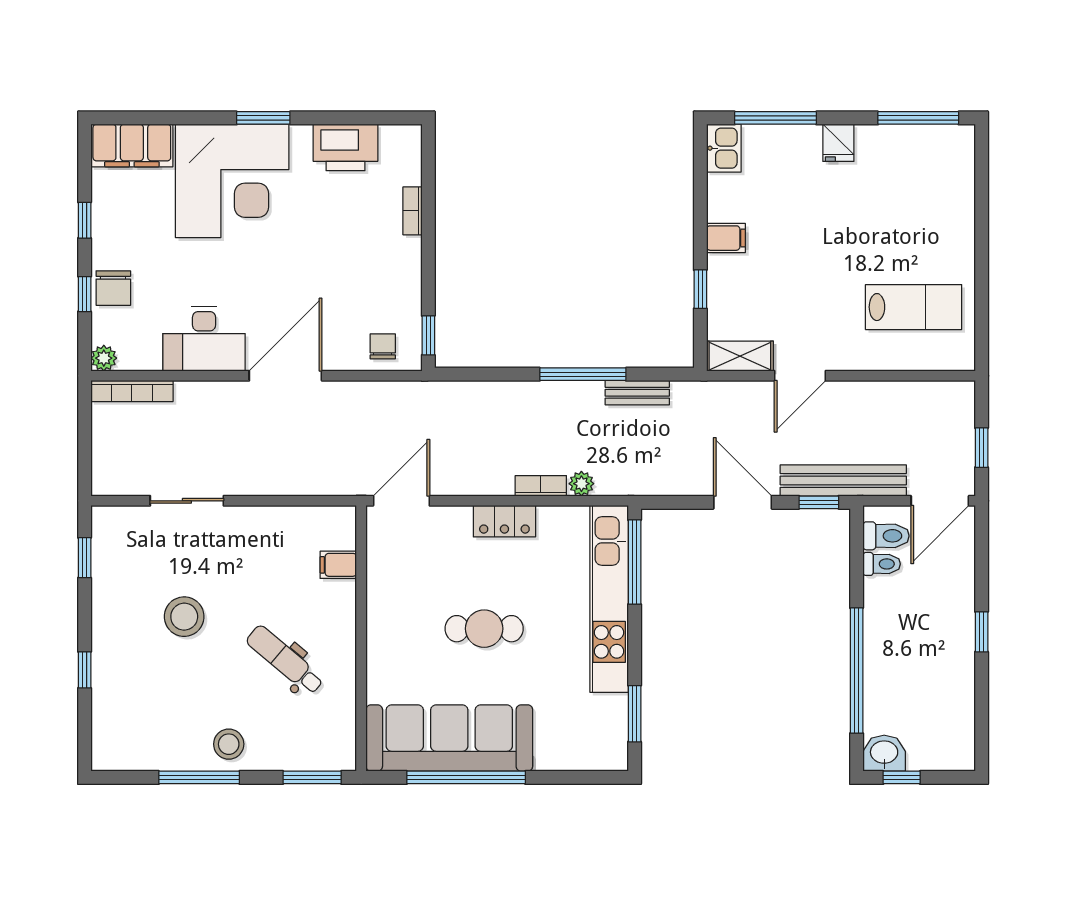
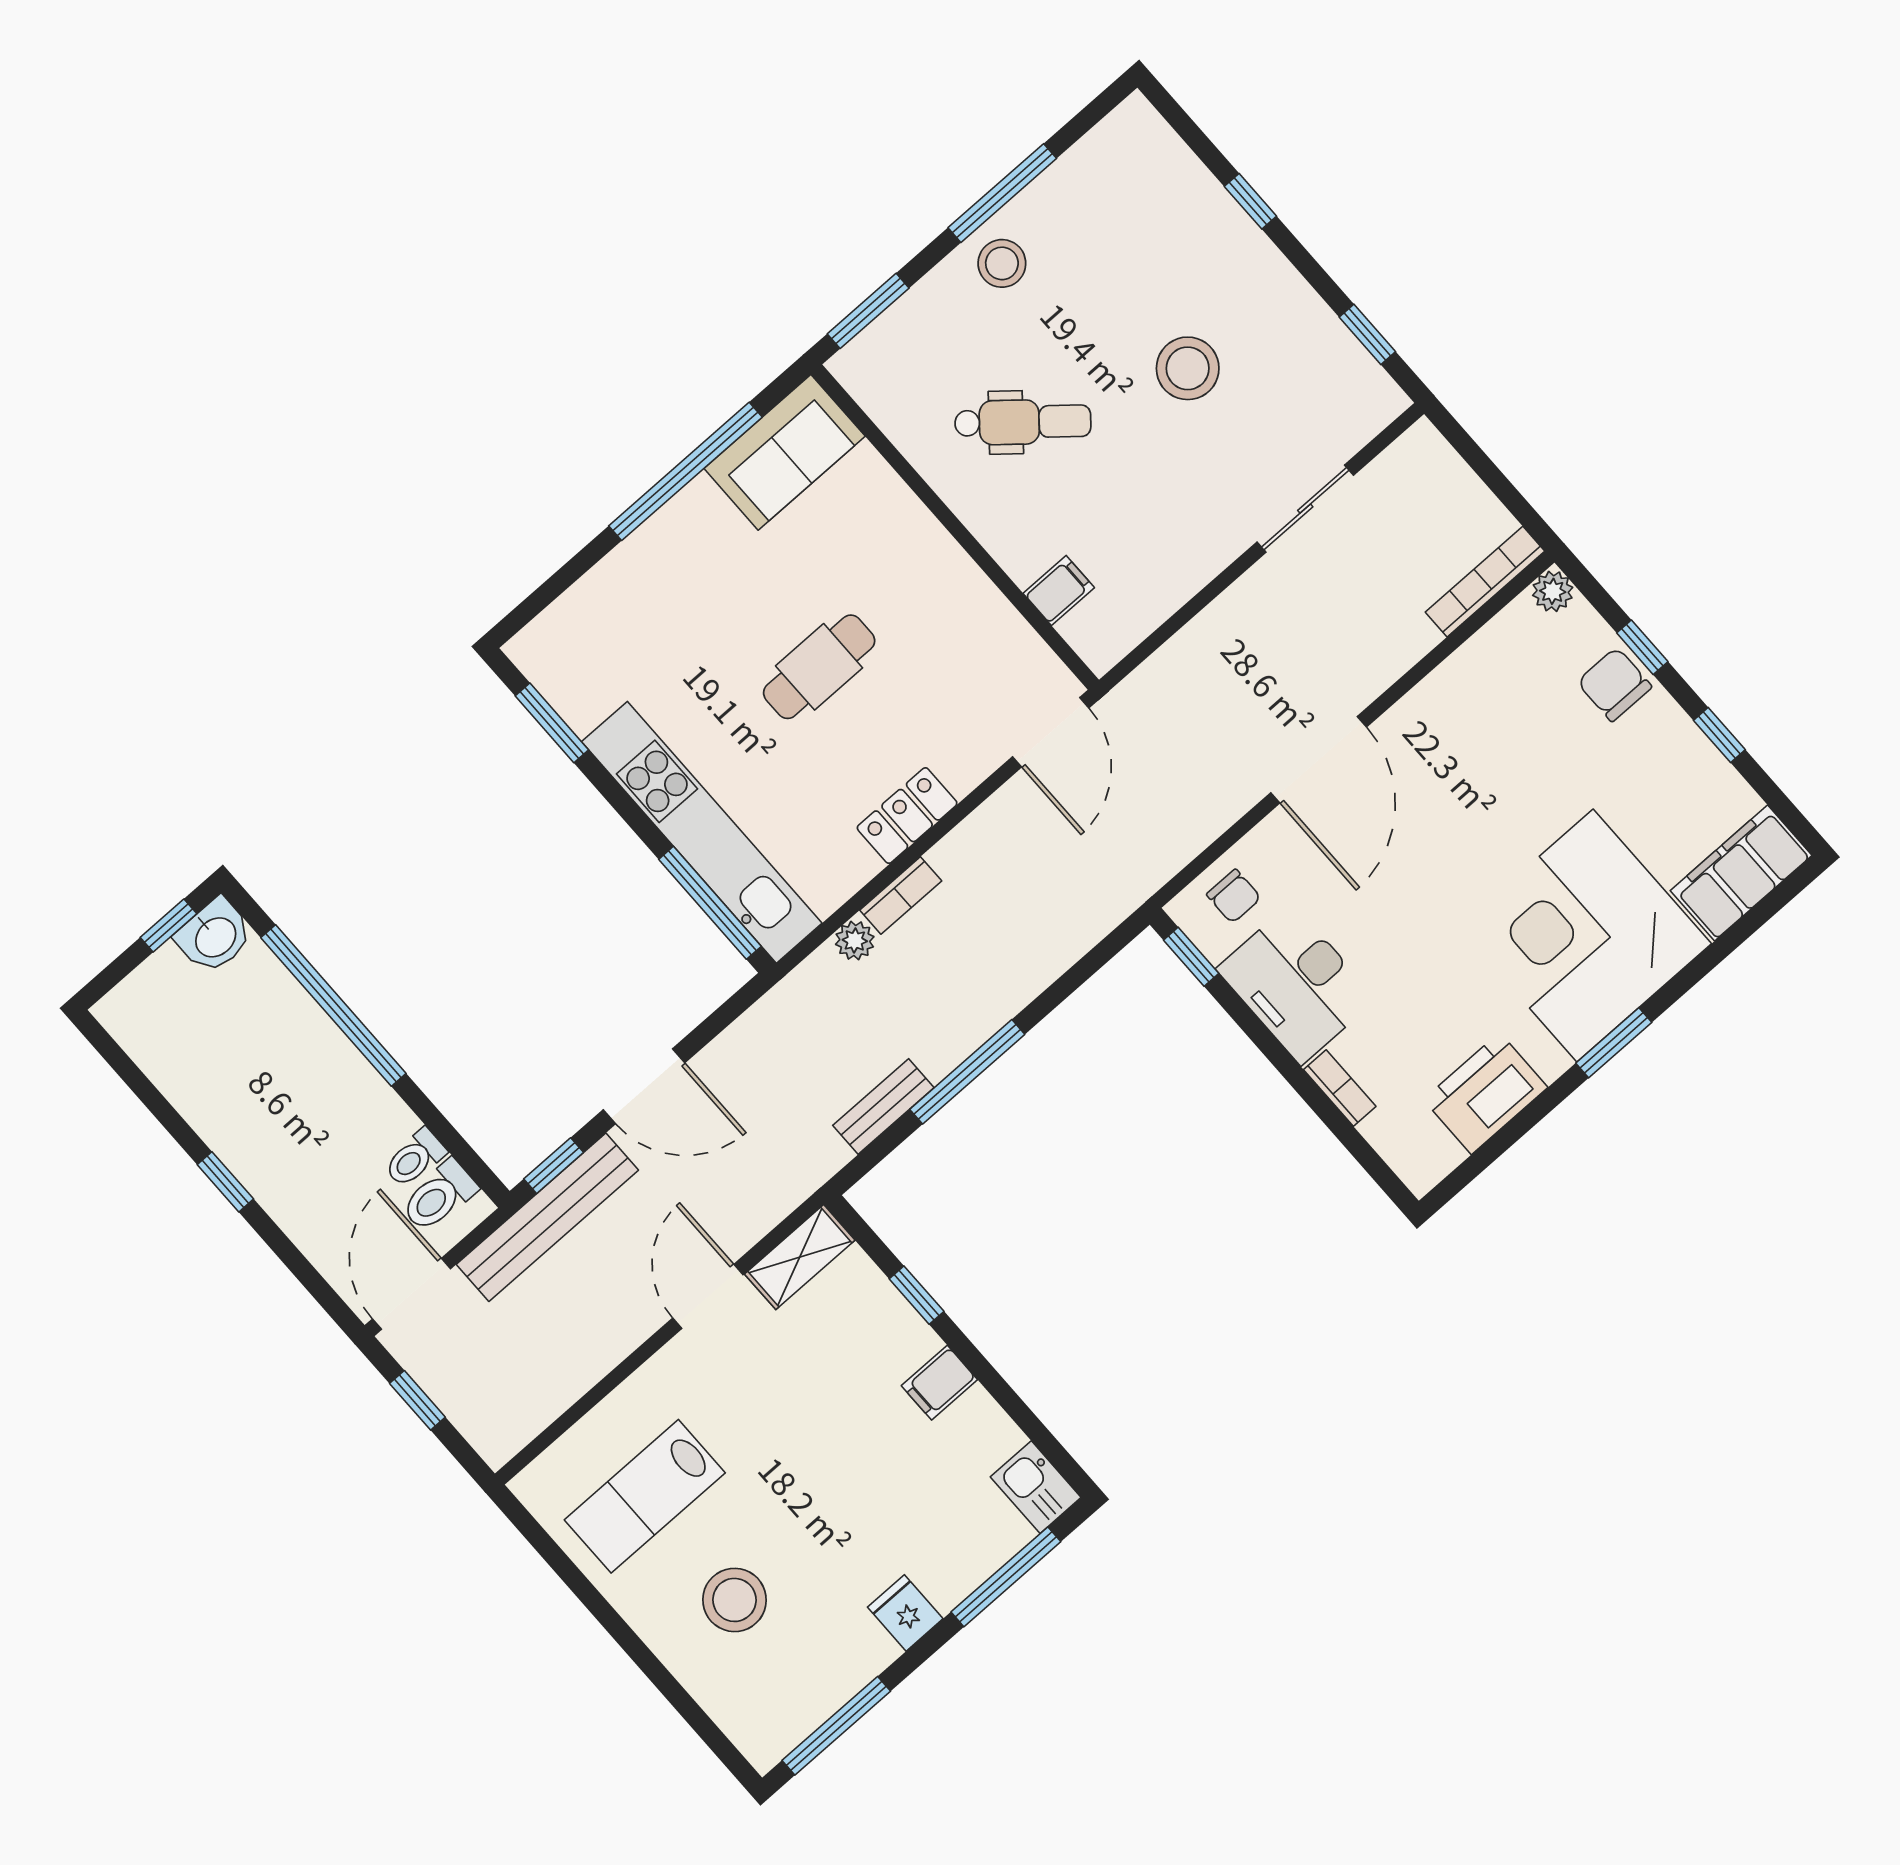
stool: (914, 220) -> (734, 1600), added
desk: (204, 339) -> (1296, 984), moved, turned -90
sofa: (449, 738) -> (785, 452), width x0.54, depth x0.79

